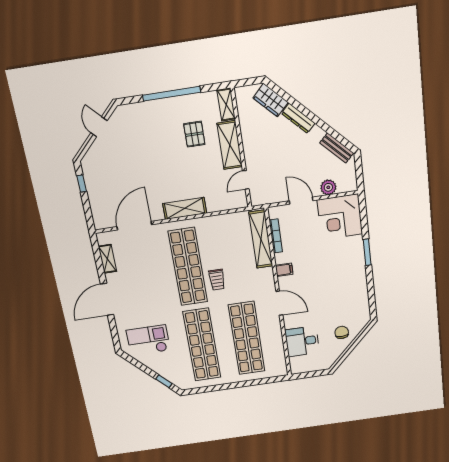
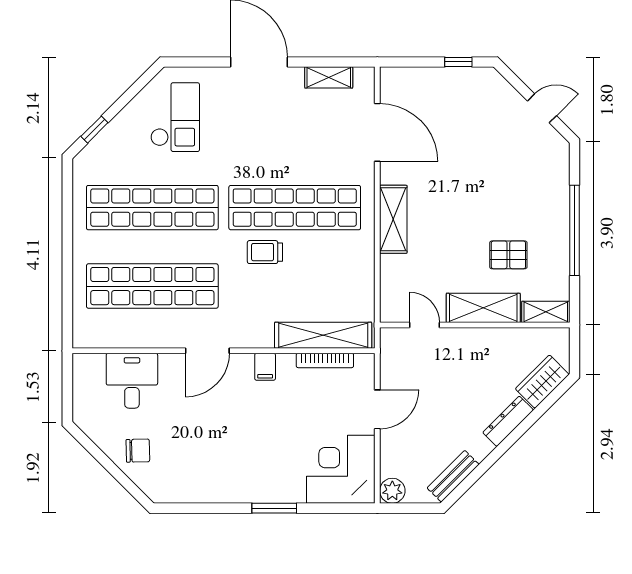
plant: (328, 187) -> (392, 491), moved

